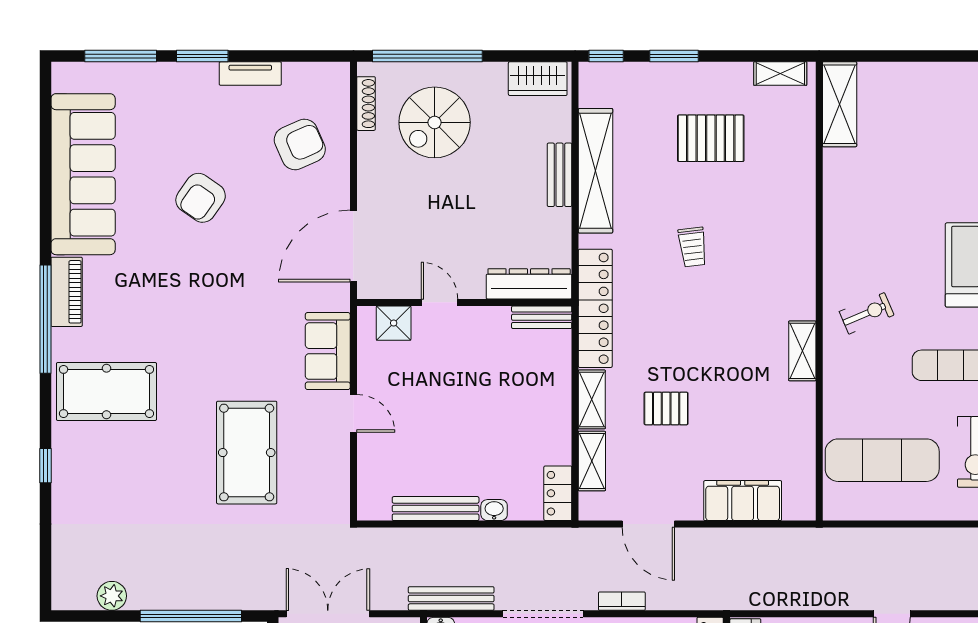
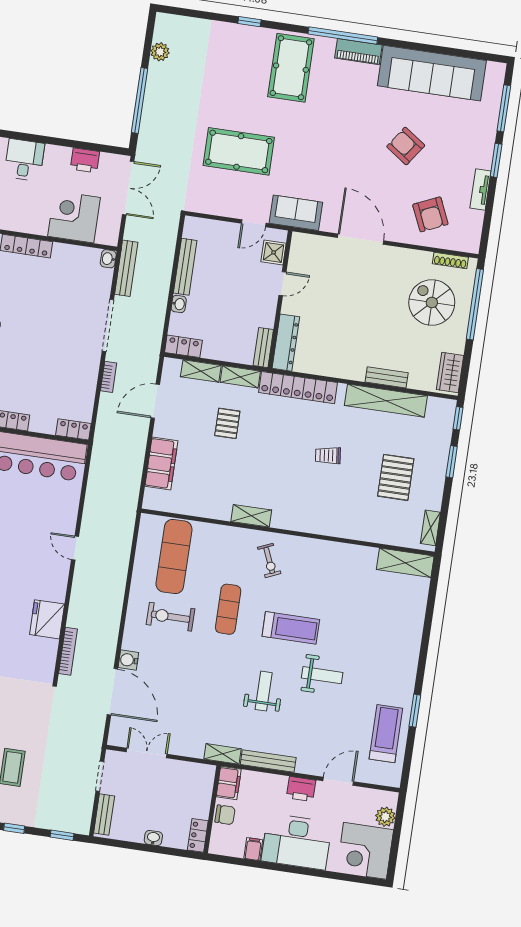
dresser: (529, 284) -> (286, 343), moved
door: (439, 302) -> (282, 284), moved
wall: (464, 302) -> (280, 299), moved
bench: (542, 317) -> (263, 348), moved
shower: (394, 323) -> (274, 252), moved

